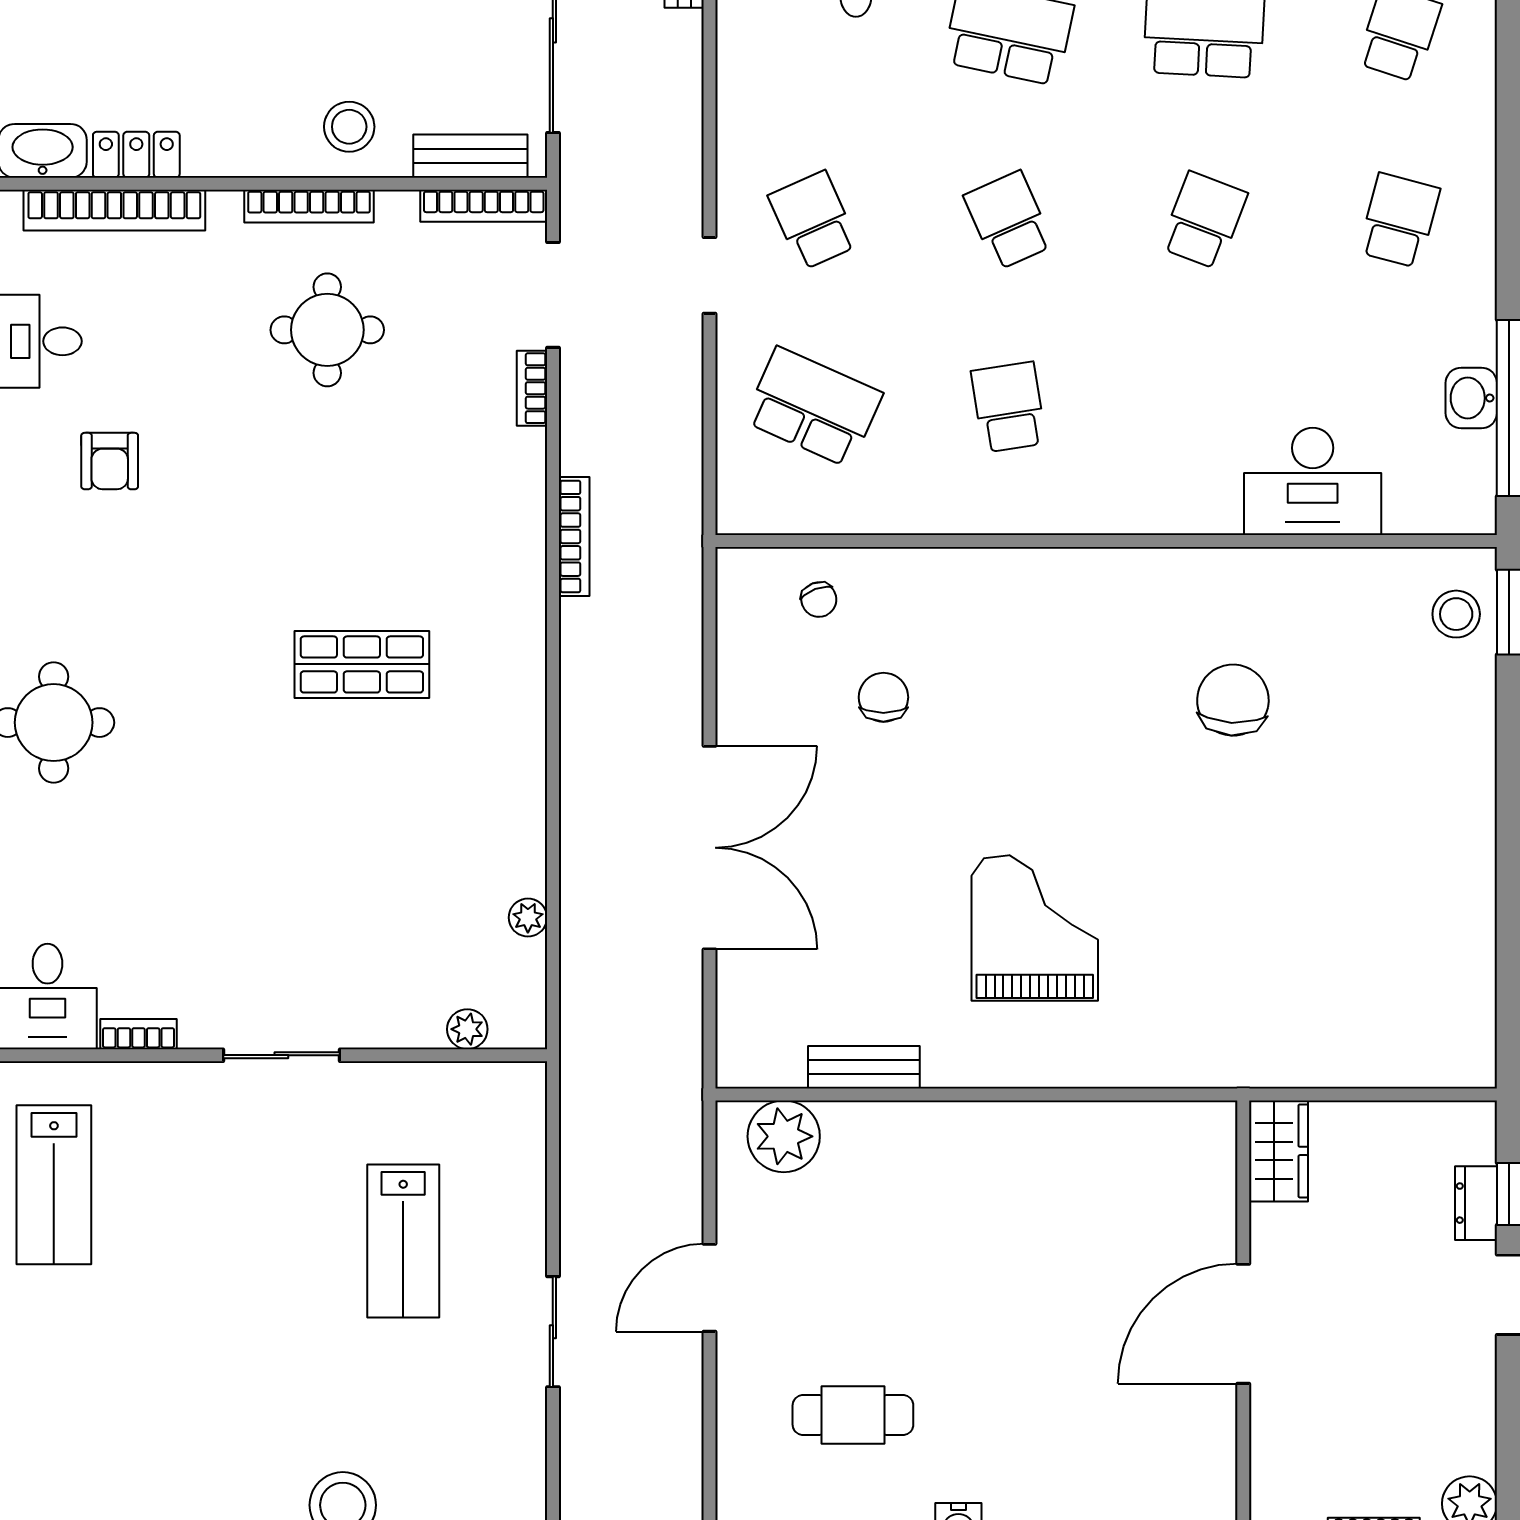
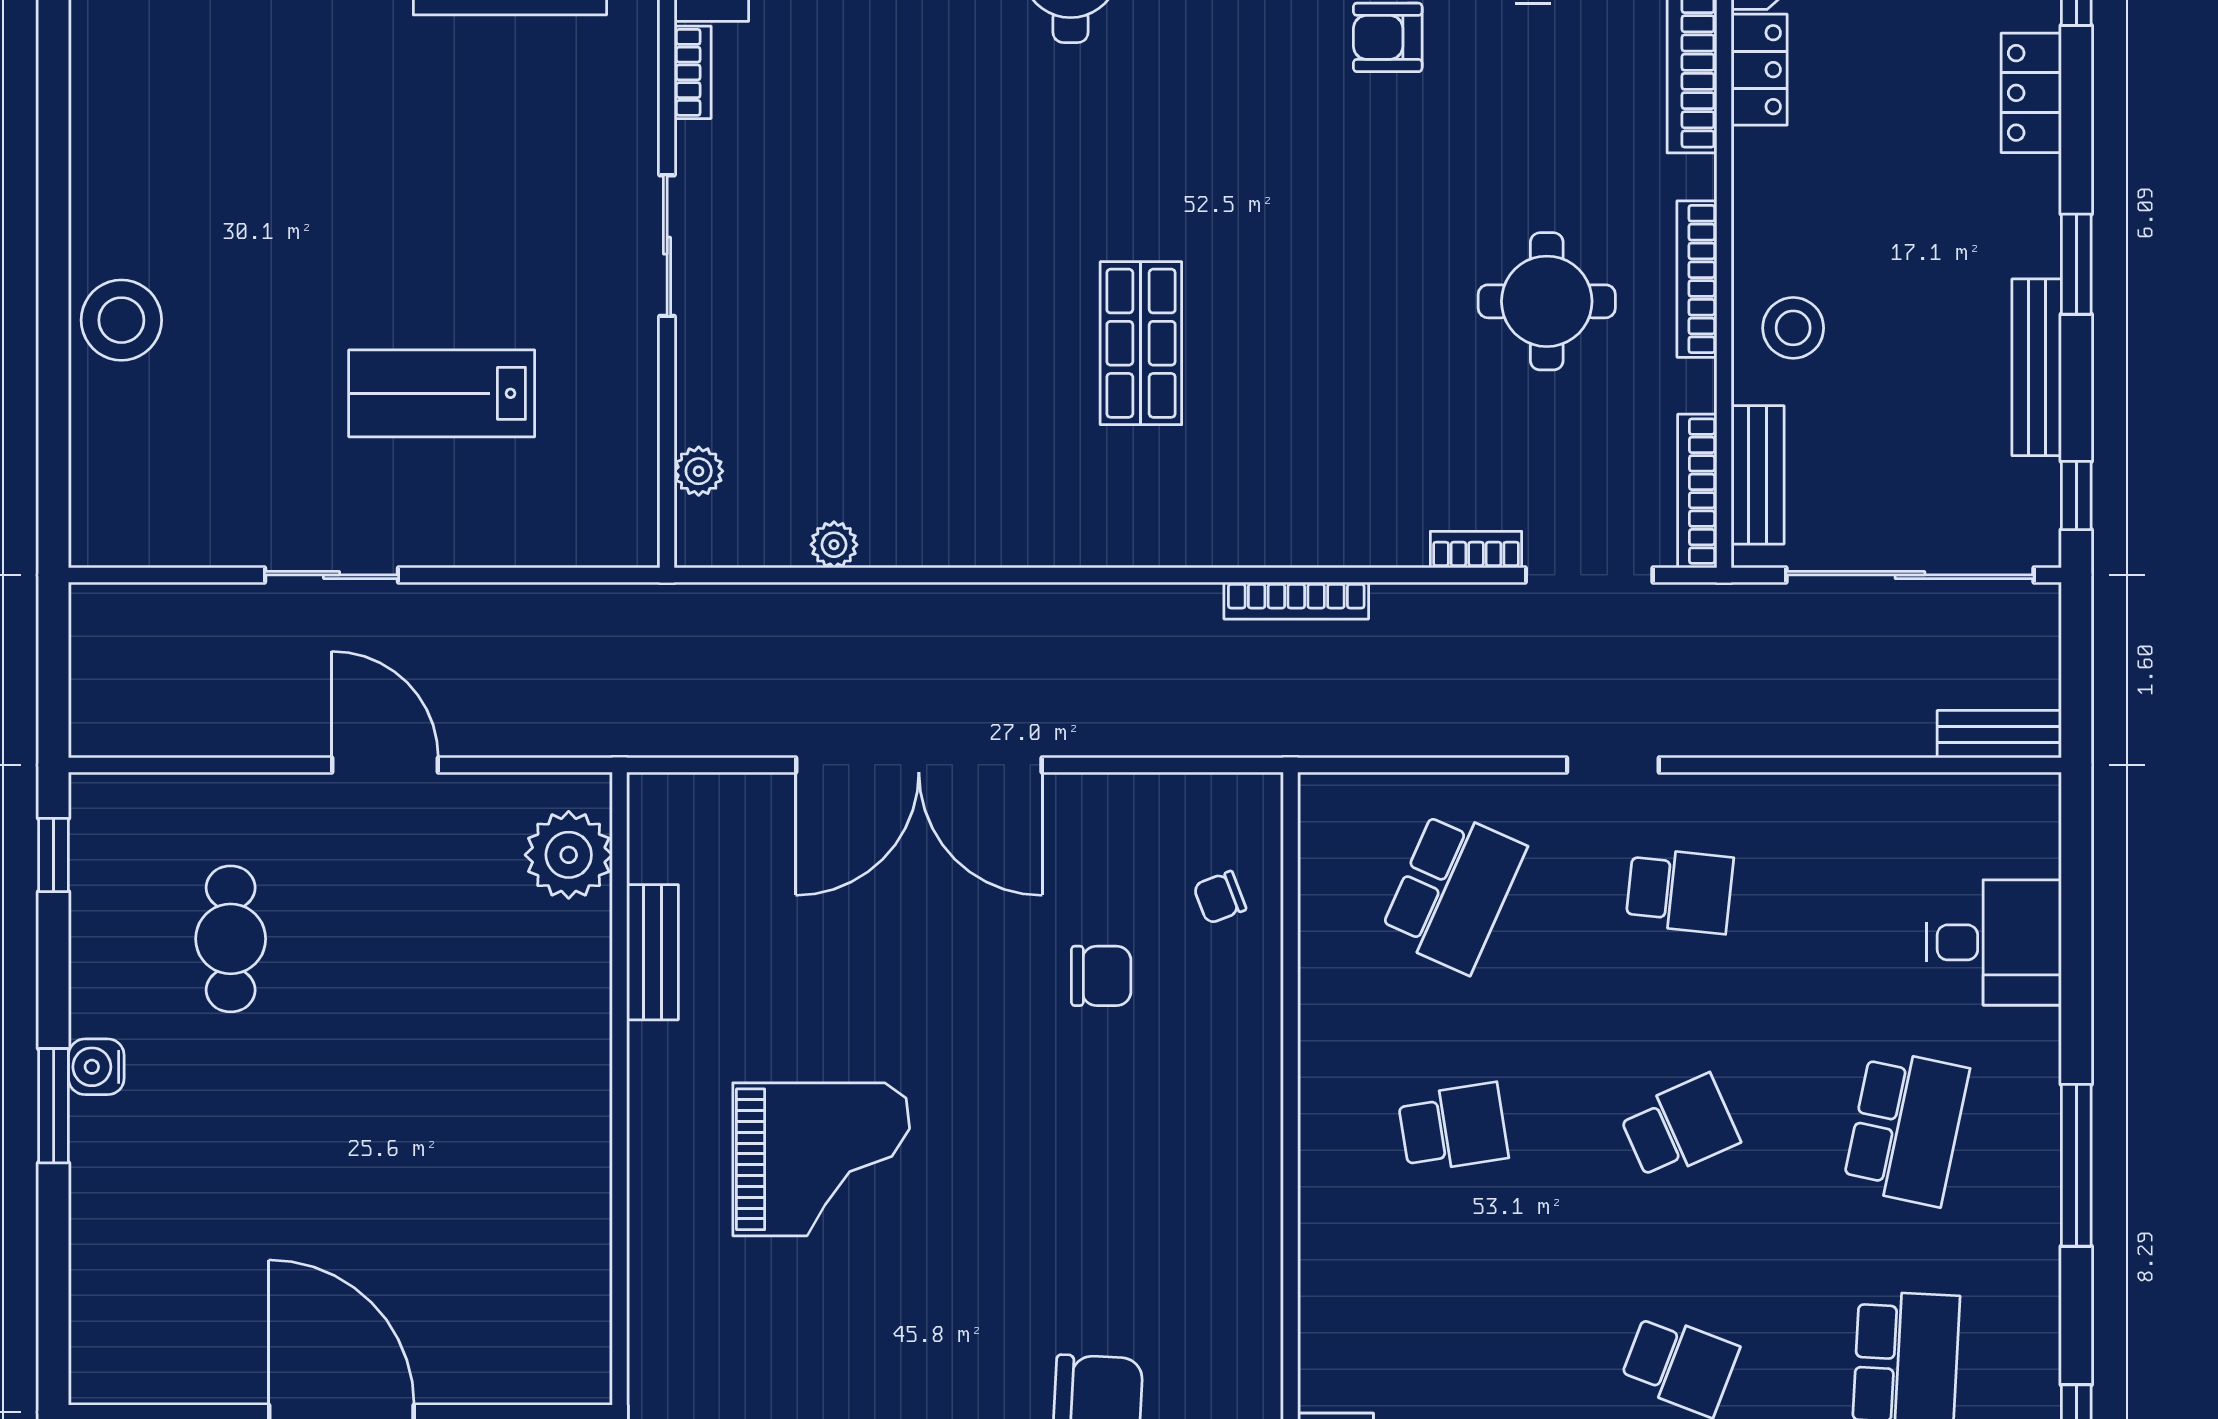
school desk: (813, 220) -> (1680, 891), turned 30

